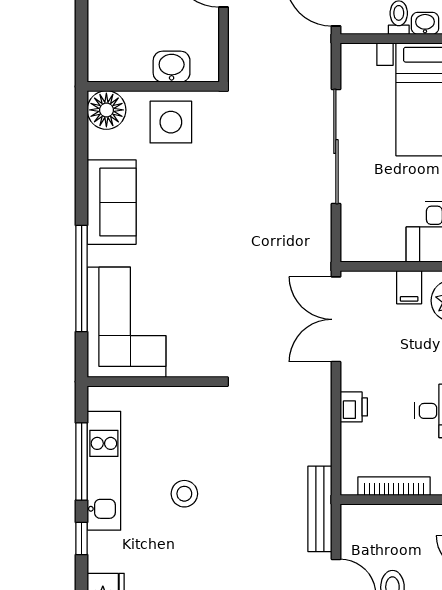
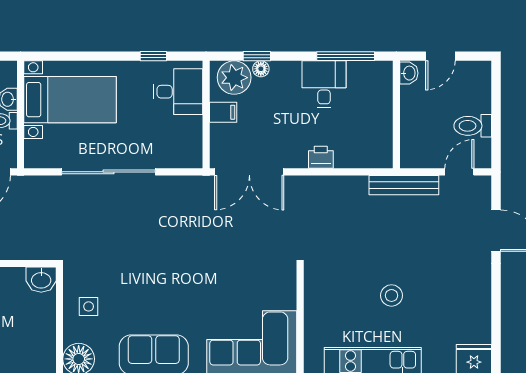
washbasin: (172, 67) -> (41, 280), moved, turned -90
side table: (171, 122) -> (89, 306), width x0.54, depth x0.54
bookcase: (394, 486) -> (385, 125), removed

